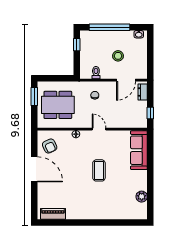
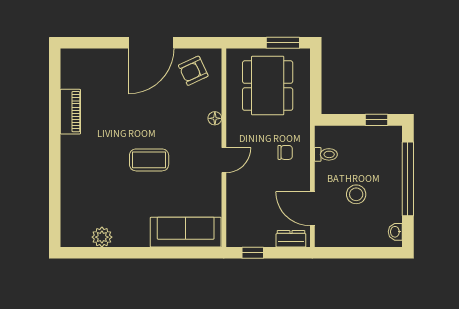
piano: (53, 214) -> (70, 112), moved

